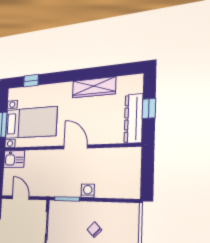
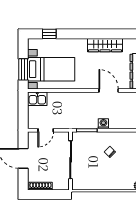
door: (76, 147) -> (109, 90), moved
door: (21, 198) -> (46, 130), swing flipped

